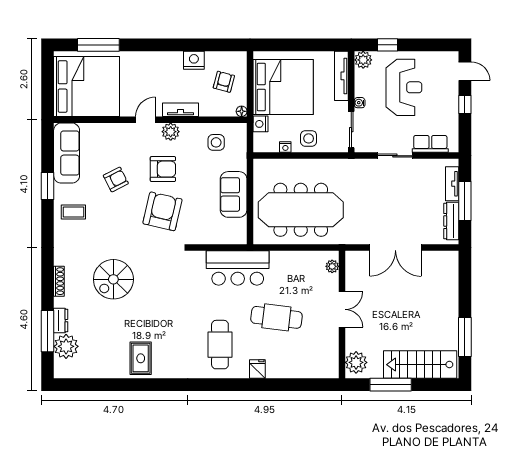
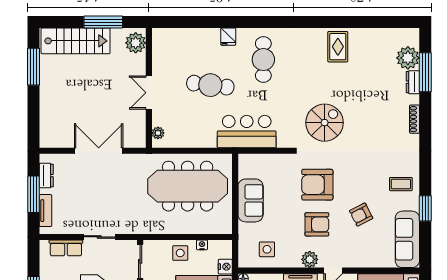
armchair: (163, 169) -> (317, 224), turned 180
armchair: (162, 211) -> (317, 185), turned 77
dresser: (451, 221) -> (46, 176), width x0.70
spiral stairs: (113, 279) -> (325, 123), moved

